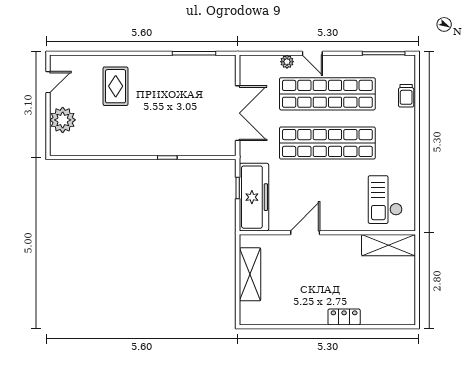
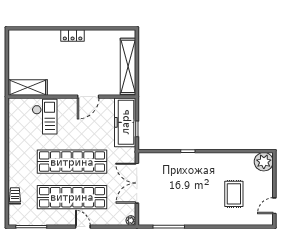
plant: (287, 62) -> (131, 220), moved
rug: (116, 86) -> (234, 194), moved
plant: (63, 120) -> (264, 162), moved
checkout: (385, 200) -> (45, 117), moved
shelving: (250, 274) -> (128, 66), width x1.47
locker: (344, 317) -> (73, 36), moved

